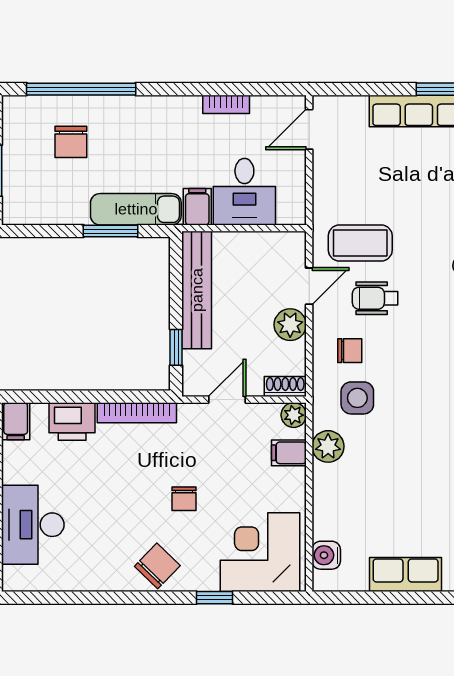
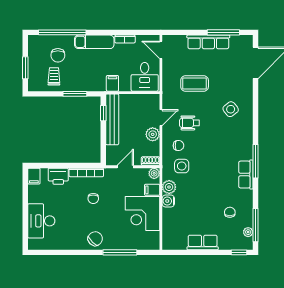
door: (309, 129) -> (161, 50), hinge flipped
trolley: (62, 191) -> (54, 76), added
desk: (244, 192) -> (145, 77), moved
exam couch: (136, 209) -> (94, 42), moved, turned 180
coffee table: (360, 243) -> (195, 84), moved
window: (176, 347) -> (103, 113), moved
chair: (184, 499) -> (93, 198), moved
corner desk: (260, 552) -> (142, 214), moved, turned -90
water cooler: (326, 555) -> (168, 201), moved
window: (214, 598) -> (120, 252), width x2.17

